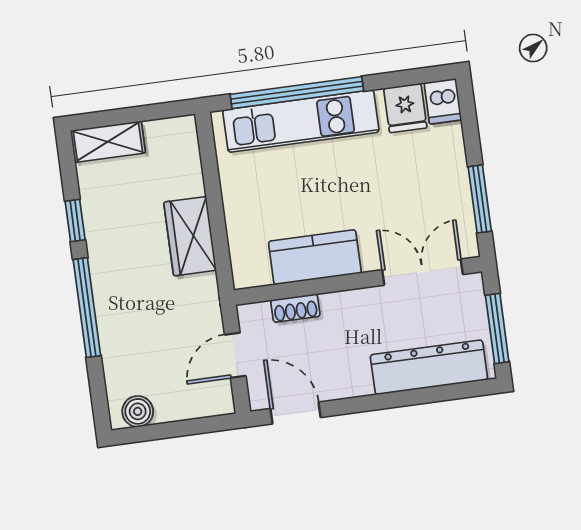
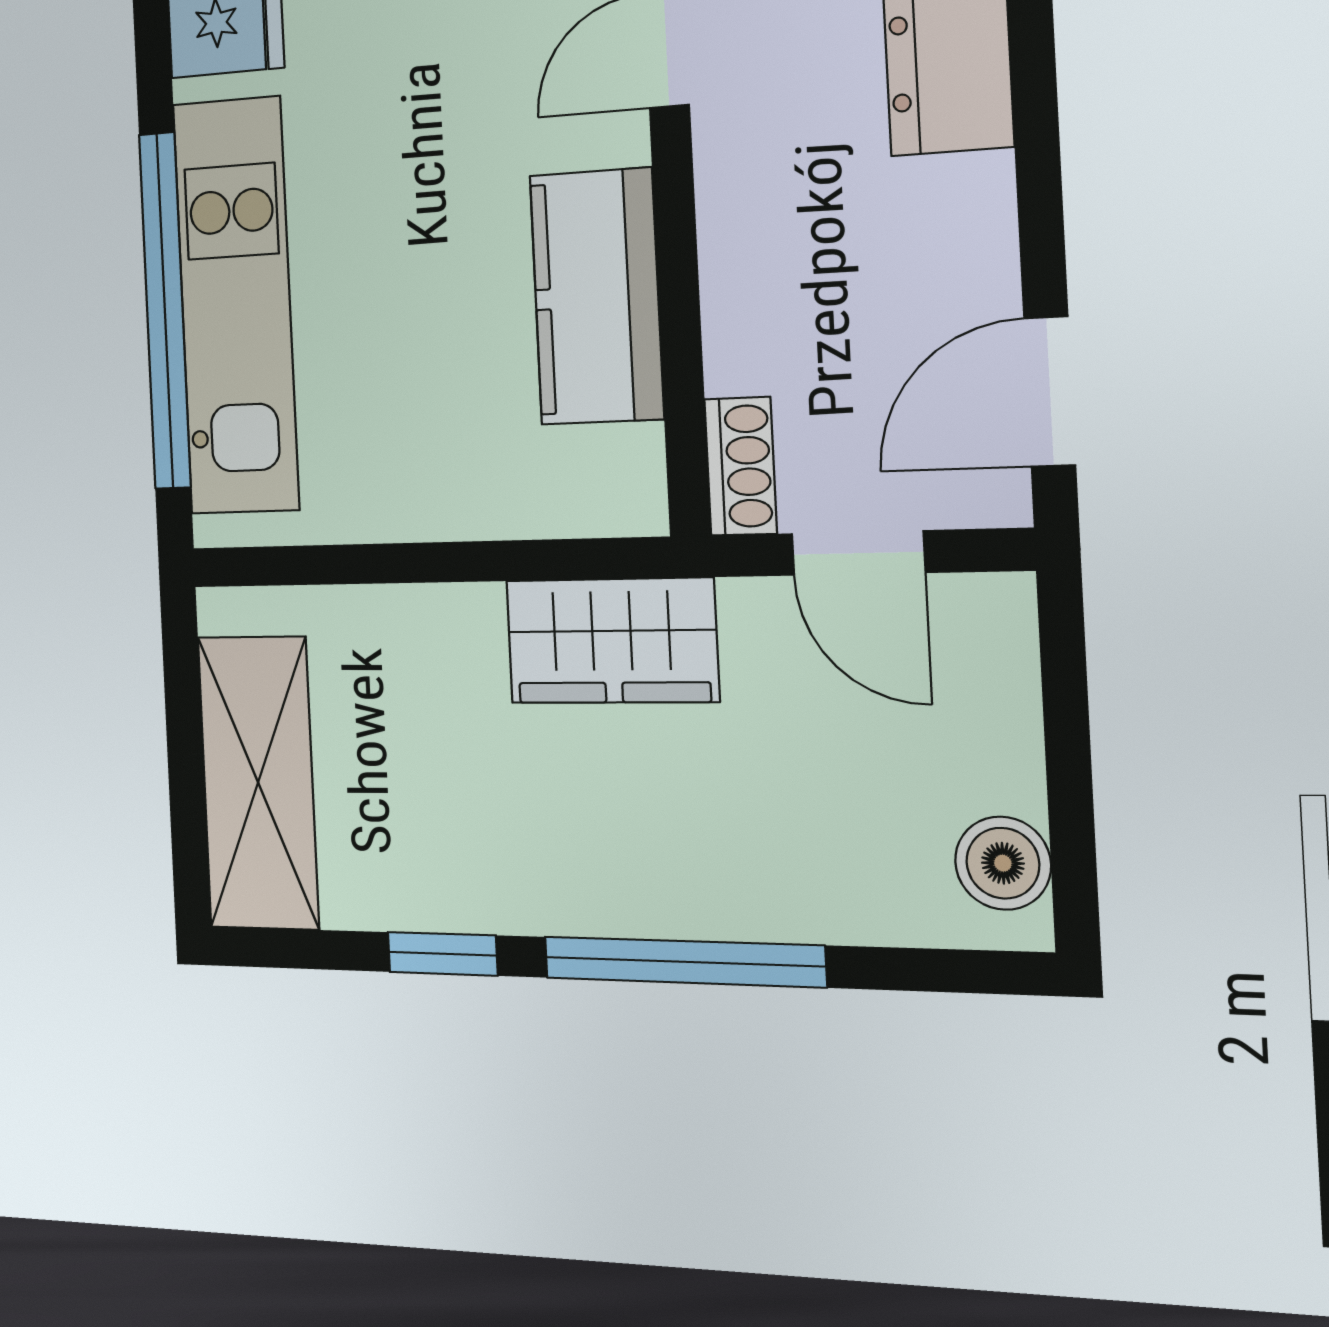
shelving: (108, 142) -> (258, 782), width x1.50, depth x1.33
wardrobe: (190, 236) -> (612, 641), moved
shoe rack: (295, 308) -> (741, 466), moved

